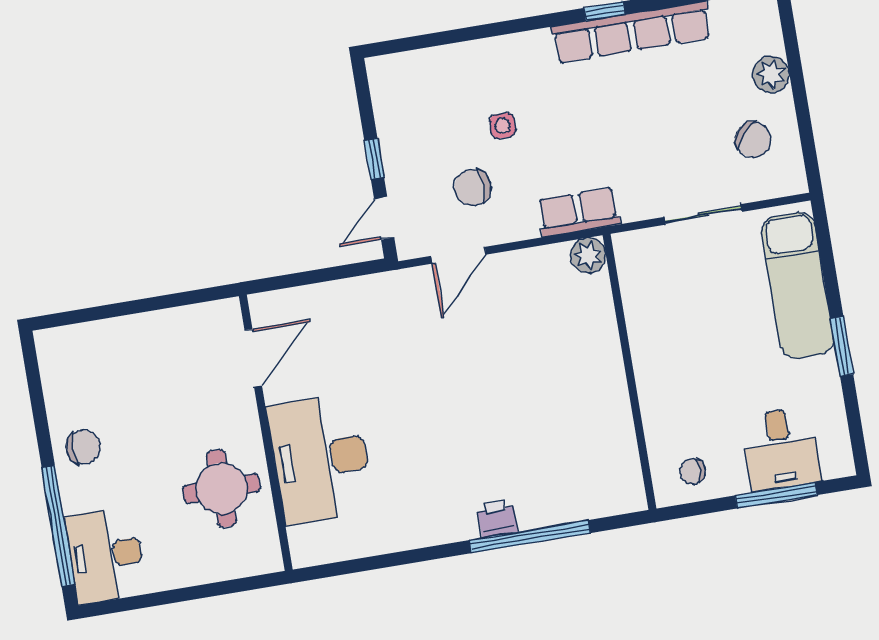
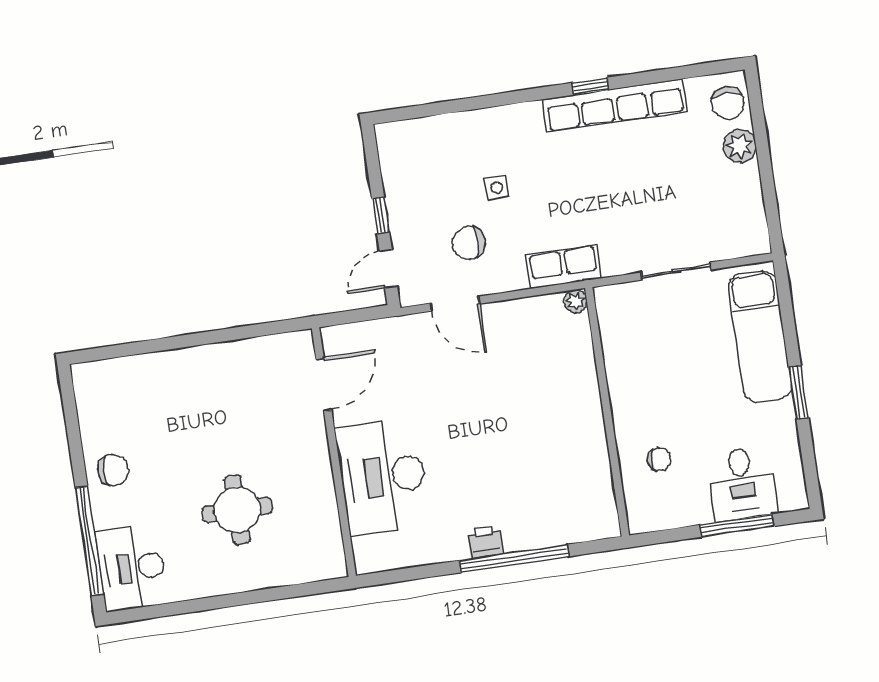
chair: (753, 140) -> (728, 103), moved, turned 47
door: (458, 255) -> (455, 304), hinge flipped
plant: (588, 255) -> (575, 301), width x0.73, depth x0.73
door: (253, 358) -> (324, 384), moved
wall: (266, 433) -> (334, 452), moved
desk: (321, 459) -> (383, 476), moved
chair: (692, 471) -> (659, 460), moved, turned 180

